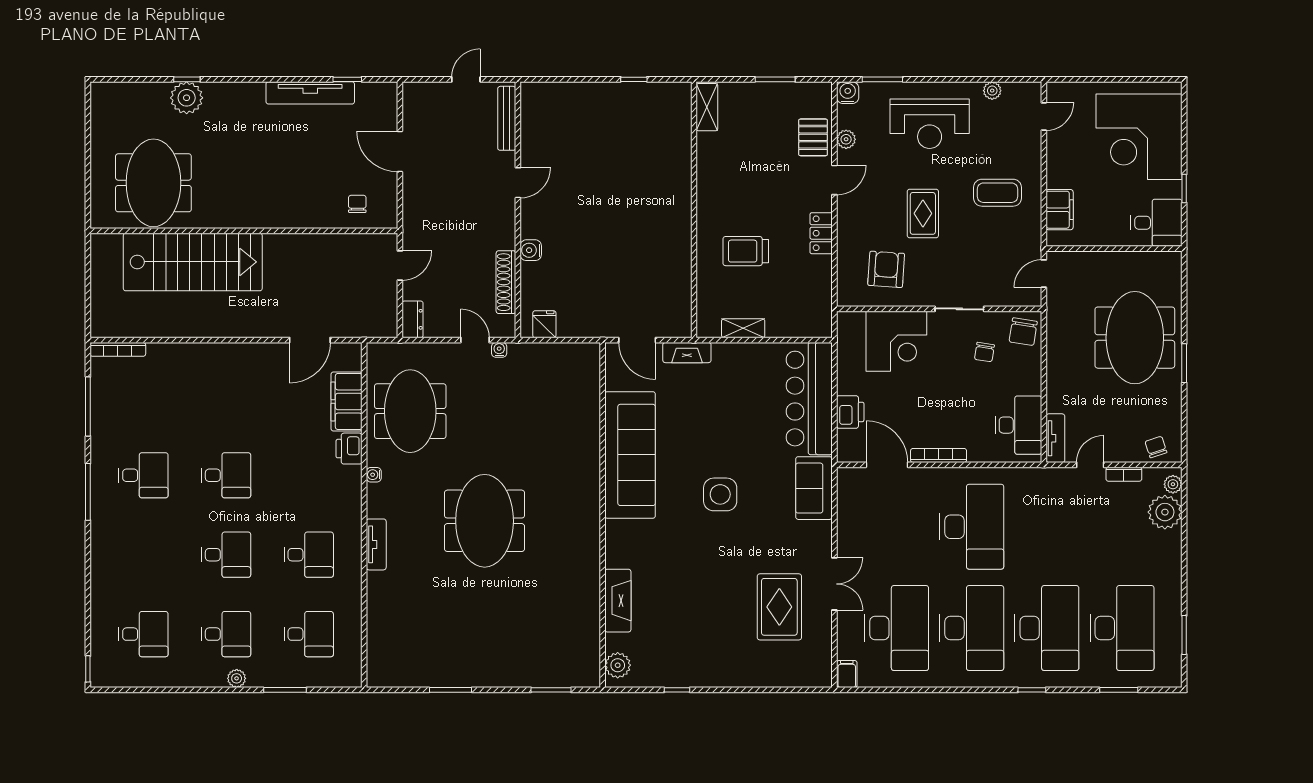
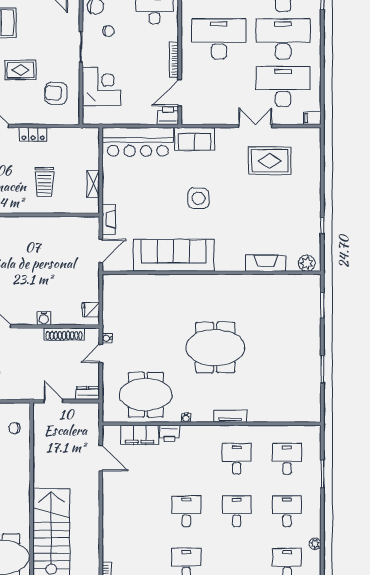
printer: (850, 412) -> (168, 116), moved
plant: (237, 678) -> (315, 544), moved

